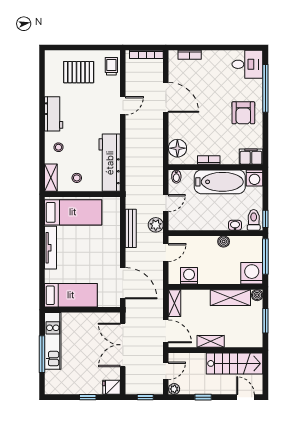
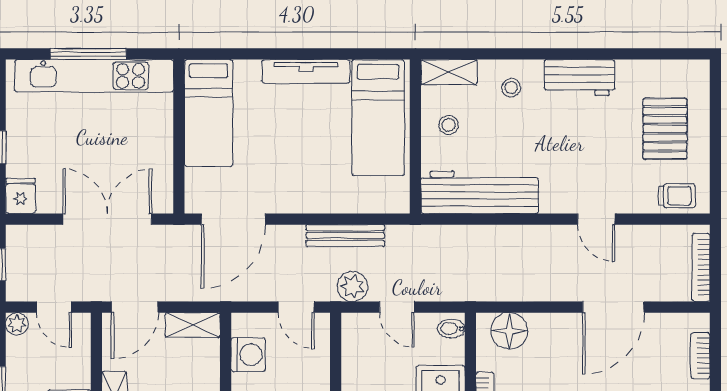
kitchen unit: (53, 341) -> (94, 76), width x1.36

